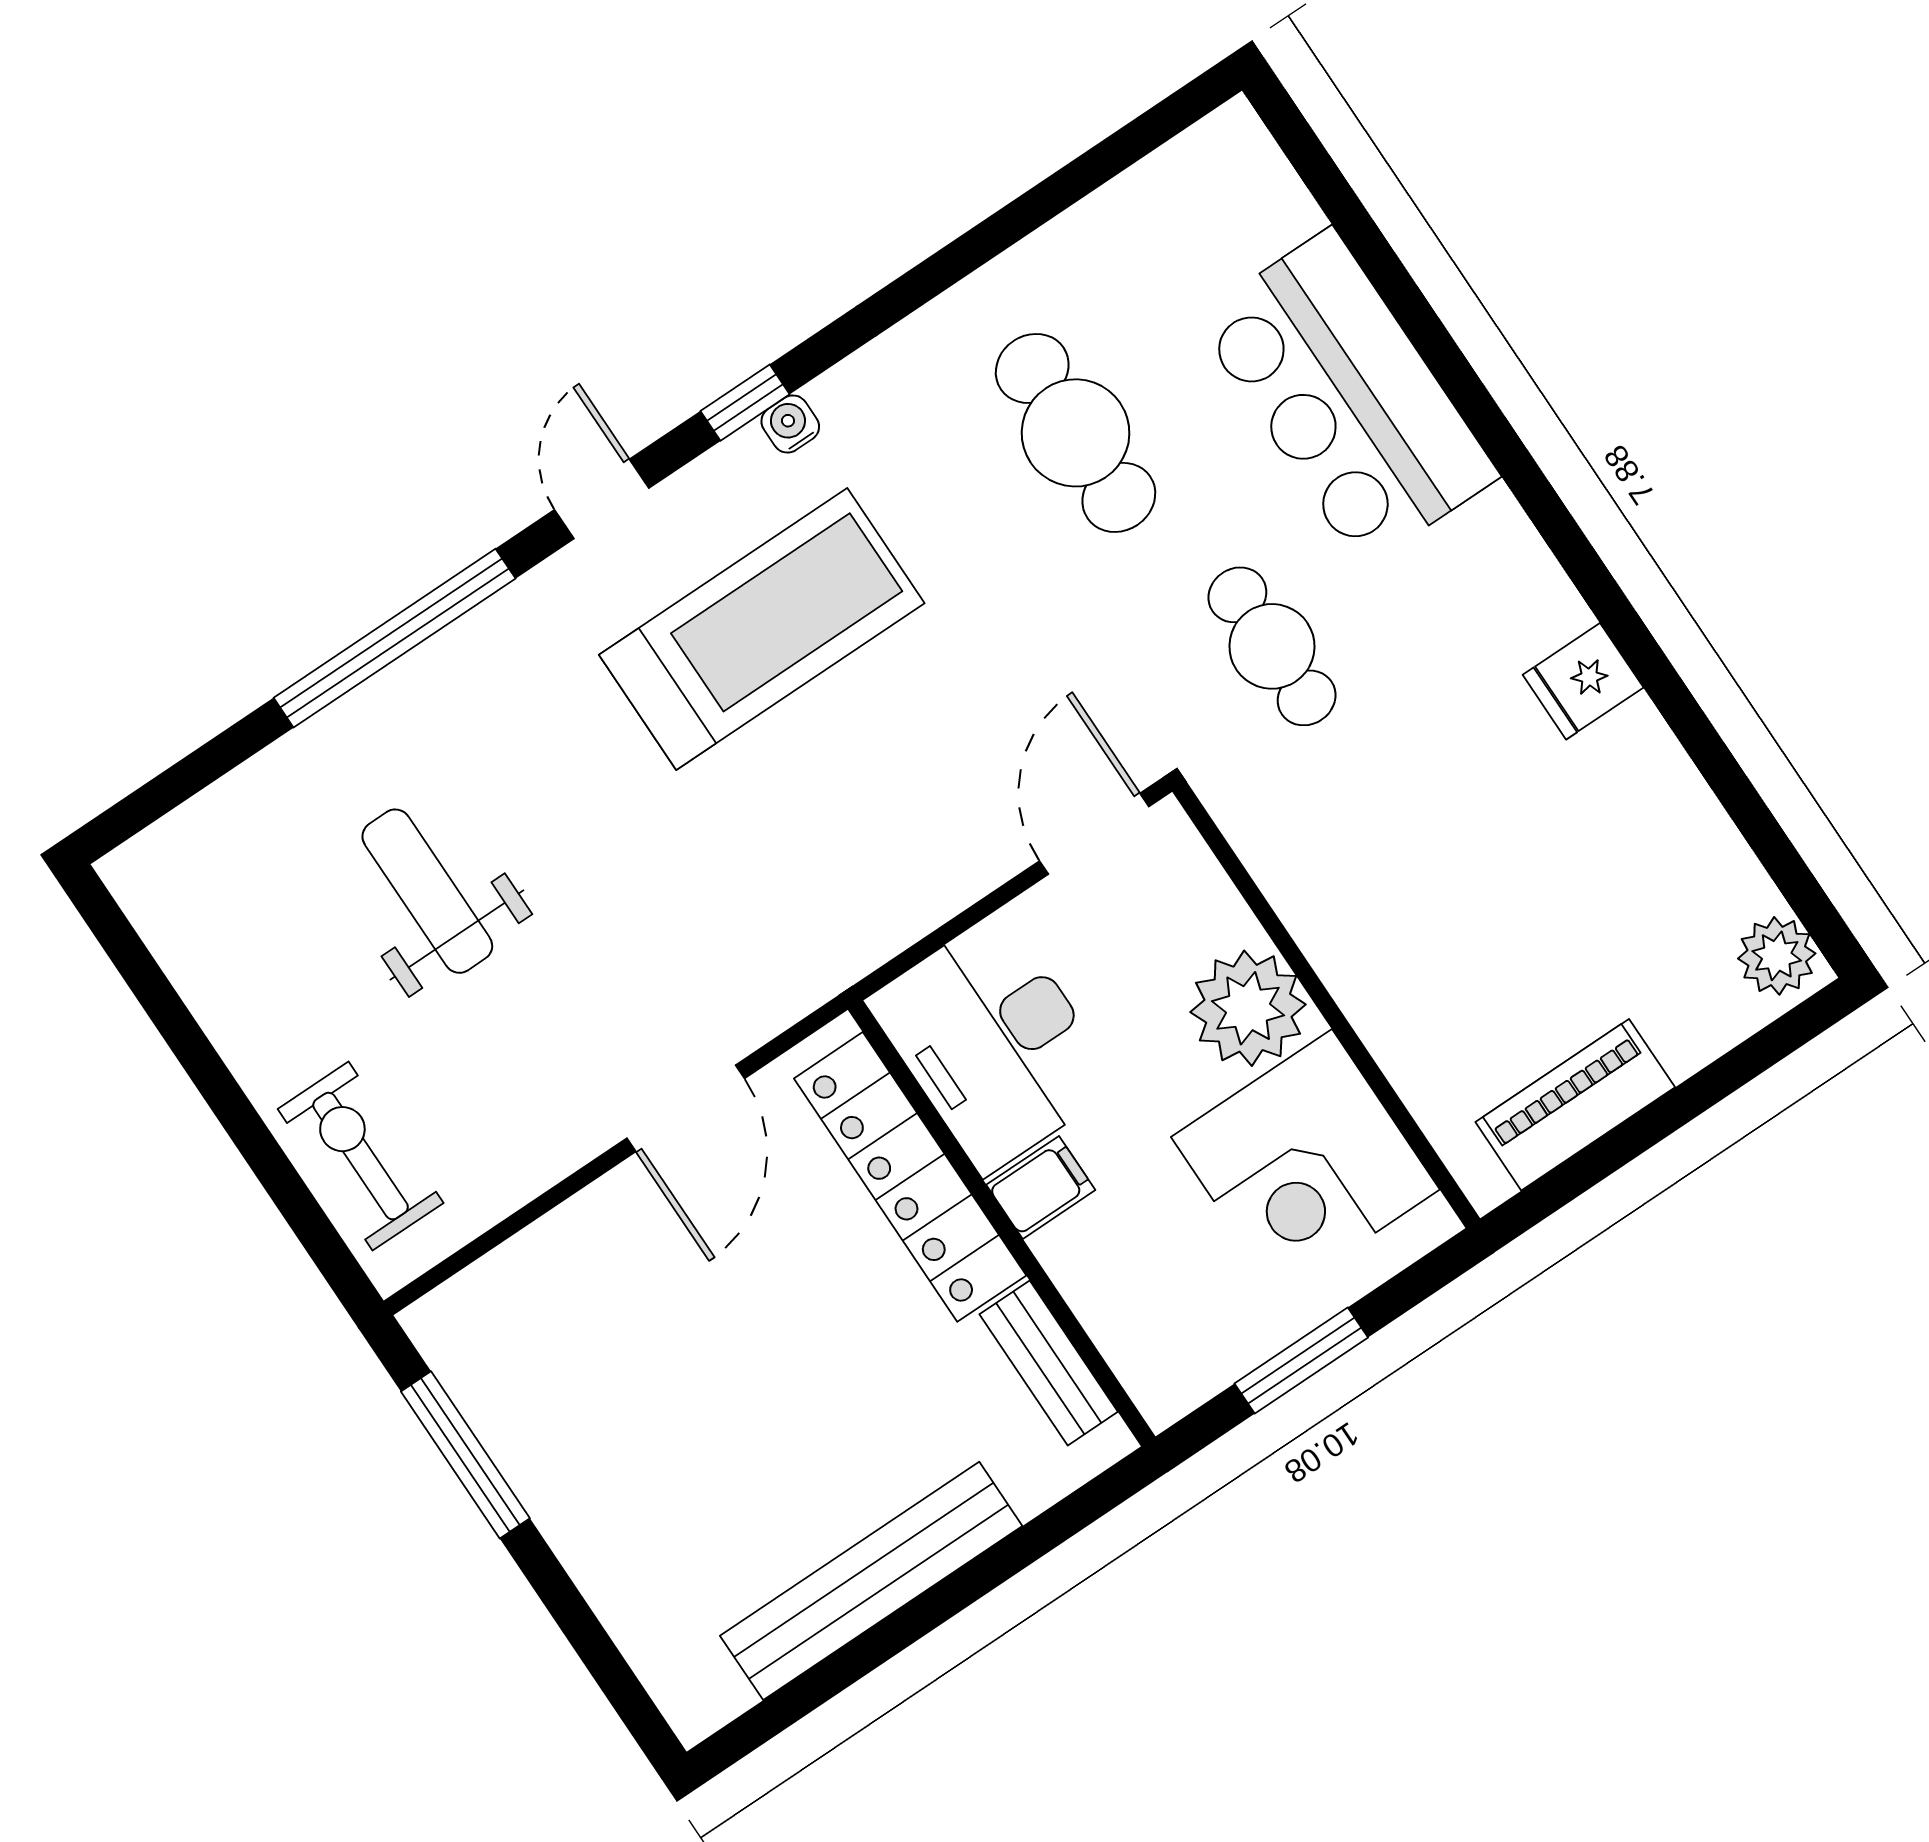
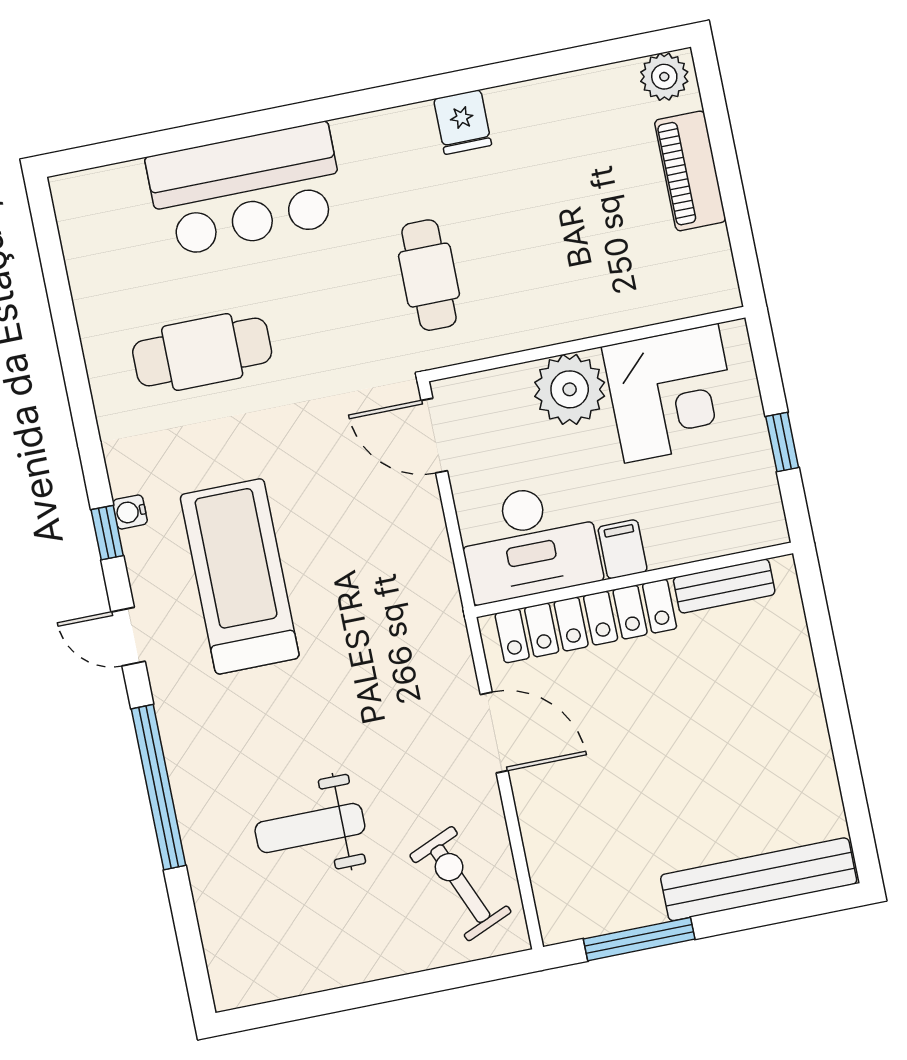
cafe table: (1272, 646) -> (429, 275), moved, turned 90
piano: (1575, 1105) -> (690, 171), moved
exercise bike: (361, 1156) -> (460, 884), moved, turned 67
window: (1301, 1360) -> (782, 442), width x0.67
bench: (871, 1581) -> (759, 879), moved, turned 90

